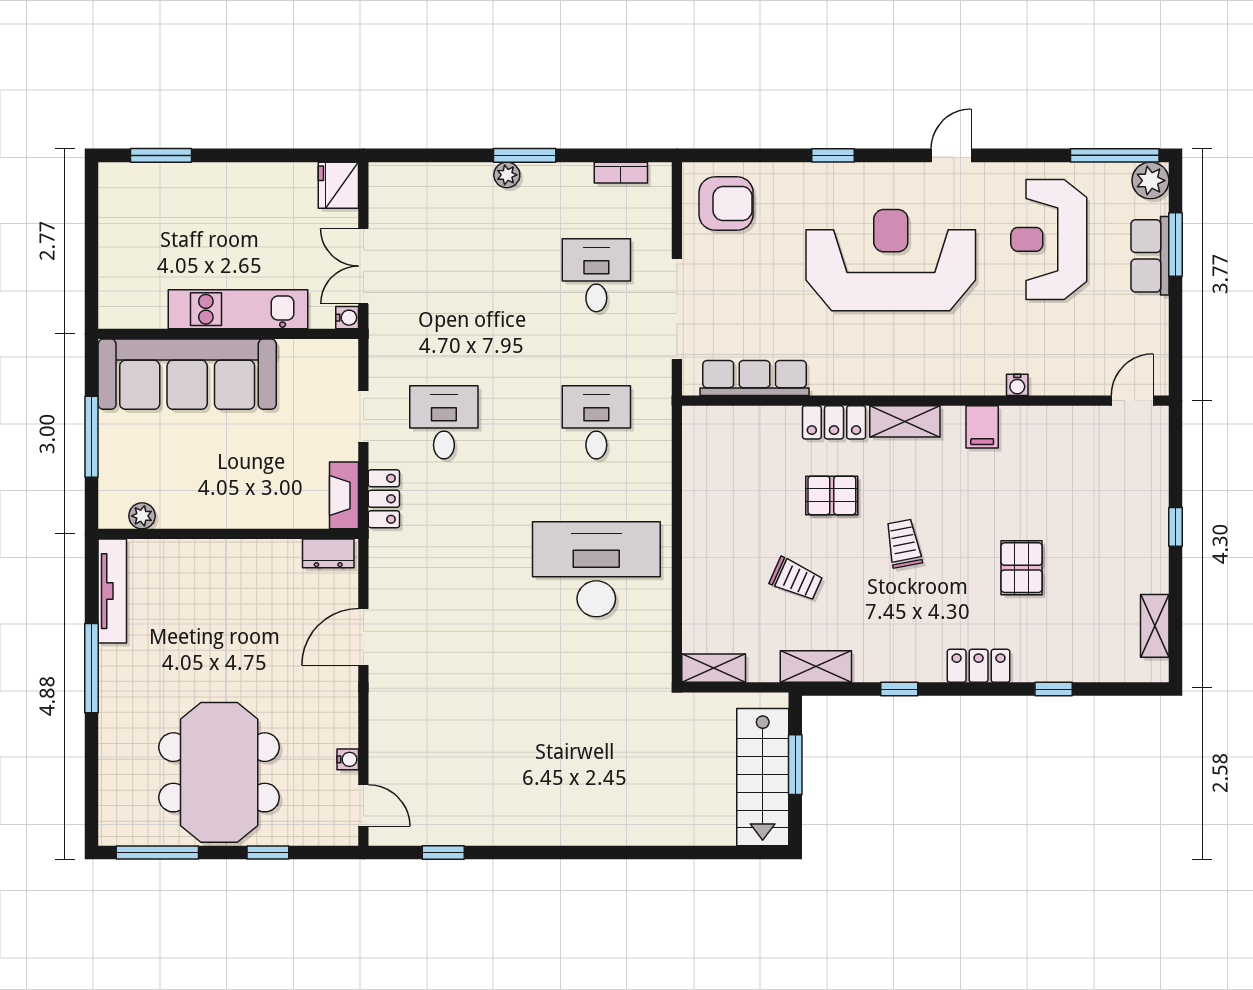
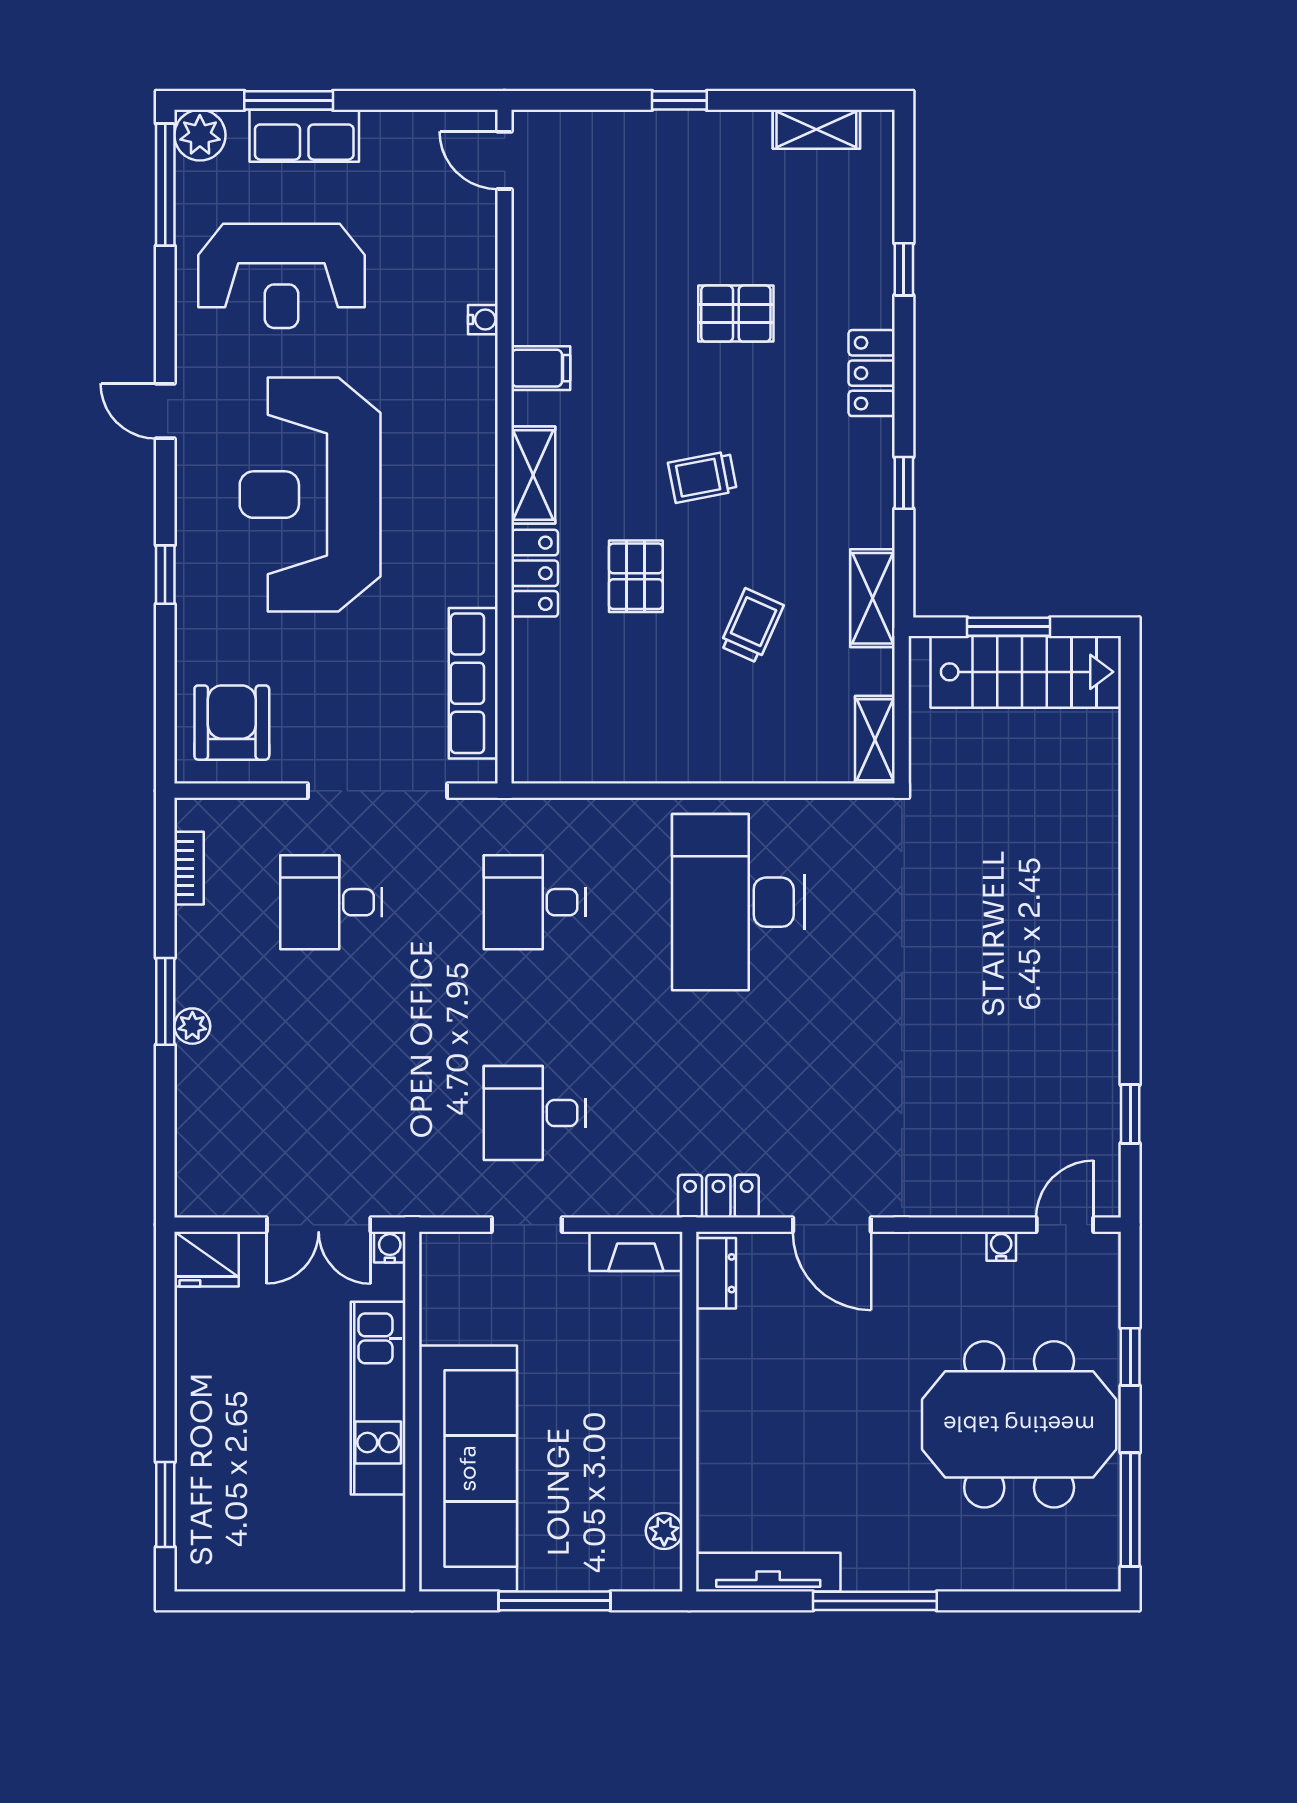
locker: (384, 499) -> (718, 1196), moved

